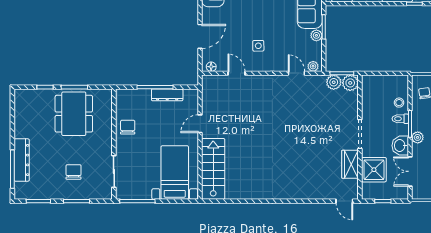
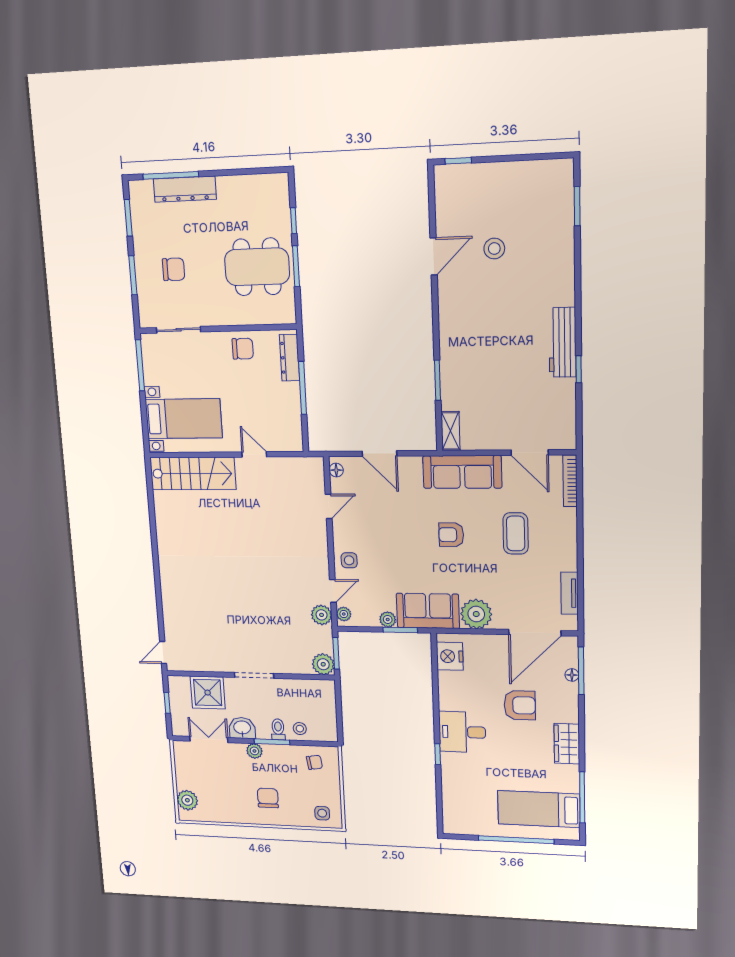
side table: (258, 46) -> (349, 560), moved
plant: (334, 82) -> (322, 615), moved
dresser: (167, 95) -> (290, 358), moved
wardrobe: (350, 164) -> (213, 661), removed

